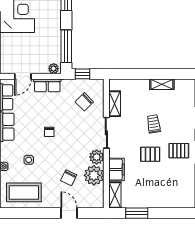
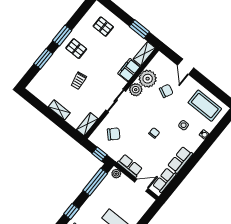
shelving: (162, 84) -> (59, 110), moved
shelving: (115, 104) -> (87, 124), moved
pallet: (150, 154) -> (103, 27), moved

